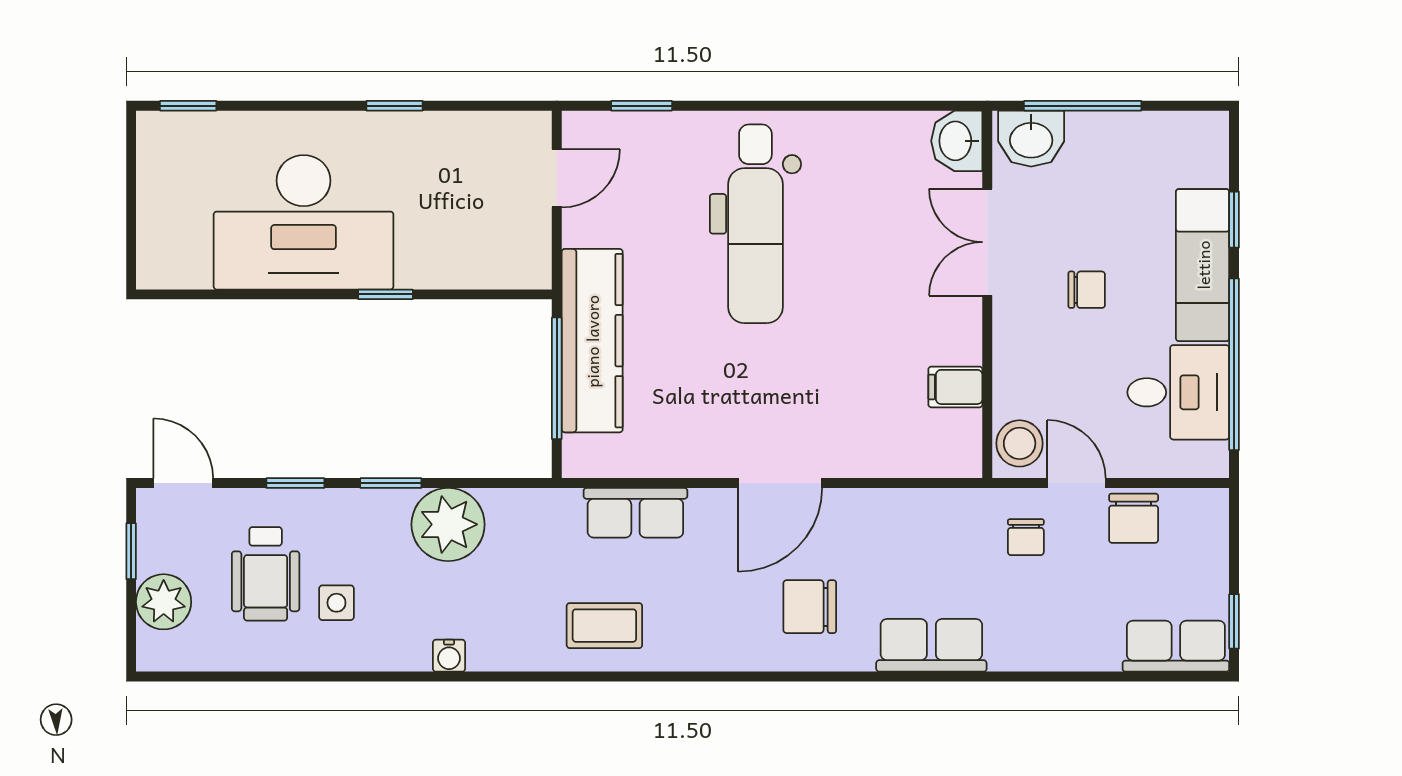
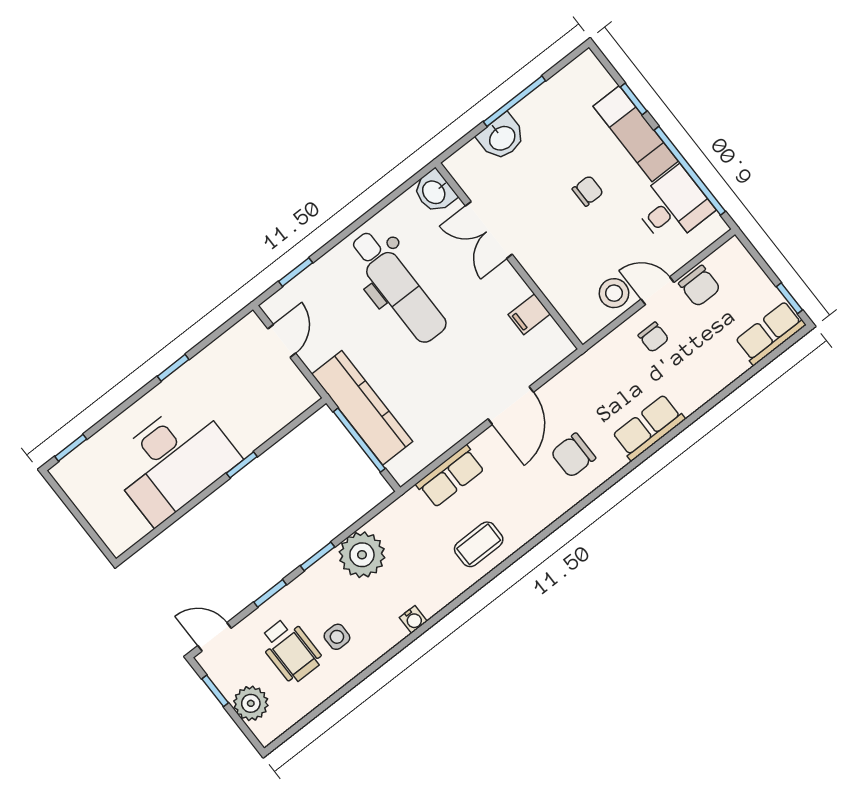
washbasin: (957, 141) -> (434, 192), moved
double door: (987, 242) -> (489, 230), moved
wall: (987, 294) -> (509, 256), moved
filing cabinet: (955, 387) -> (529, 314), moved

